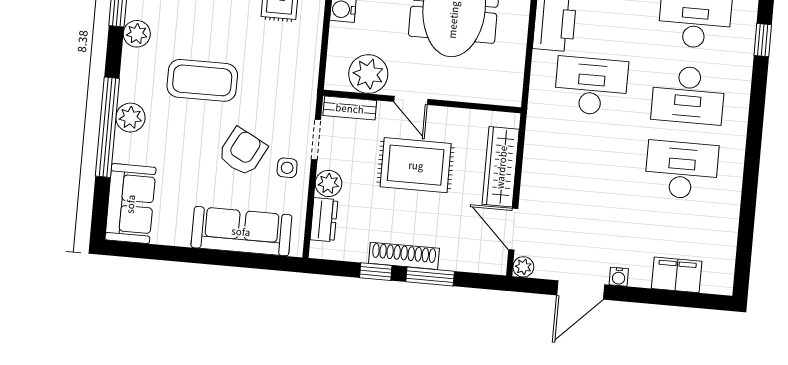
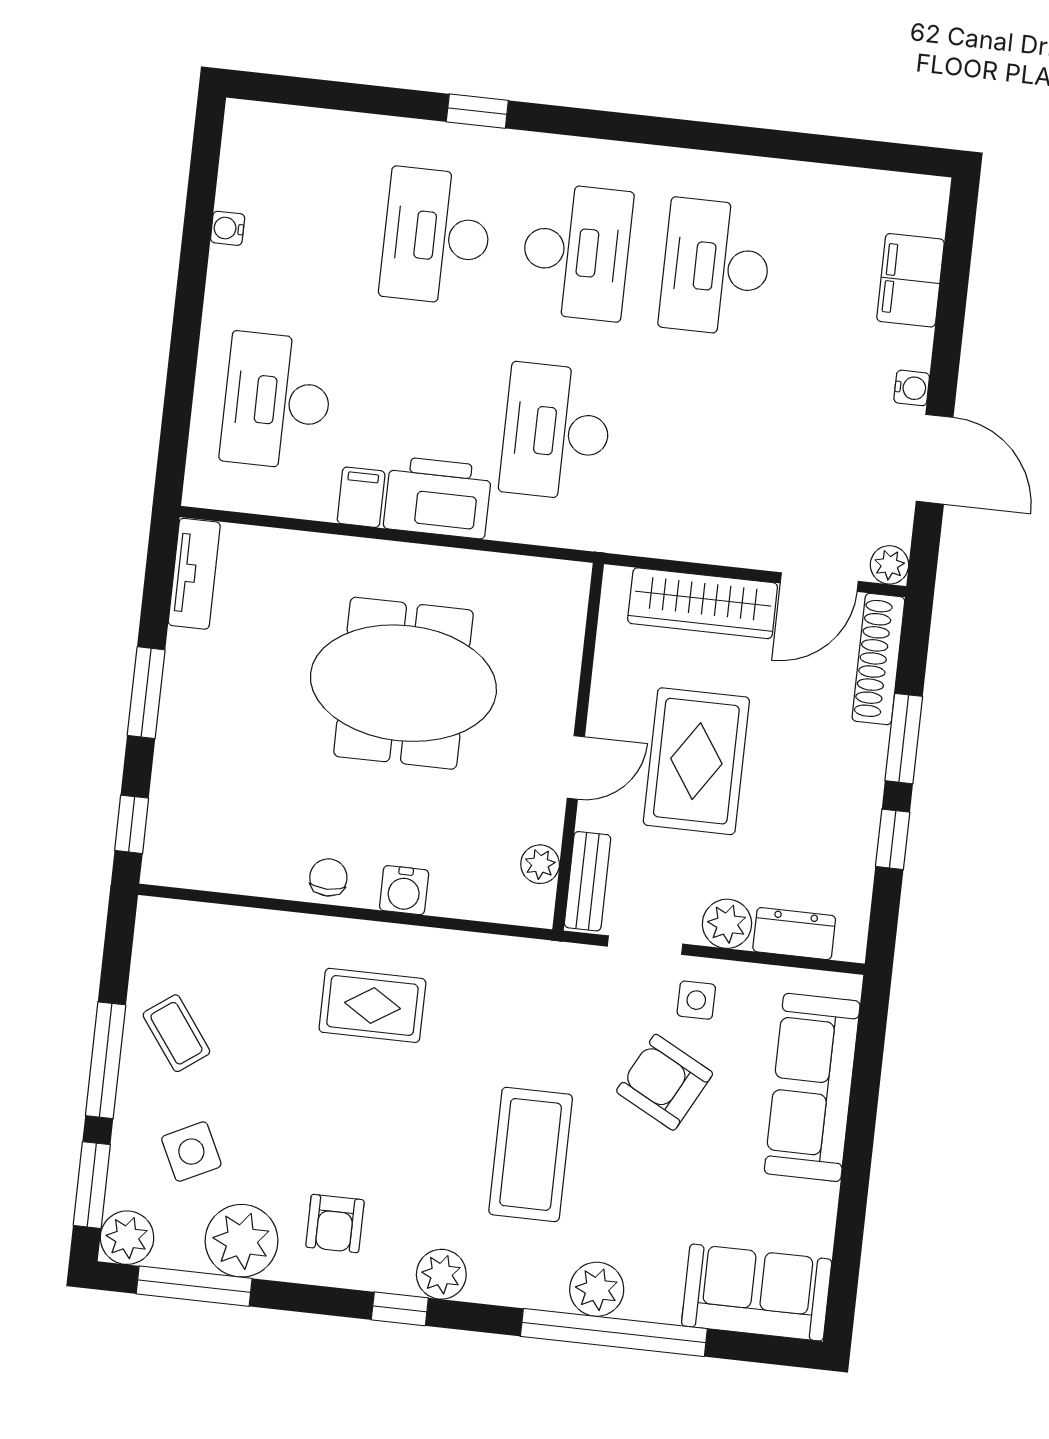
plant: (368, 74) -> (540, 864), width x0.53, depth x0.53
shoe rack: (404, 256) -> (878, 659), moved

